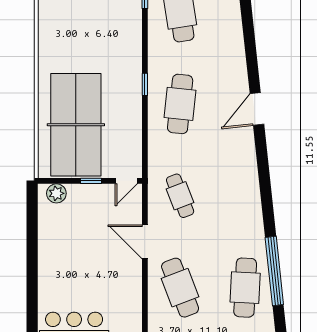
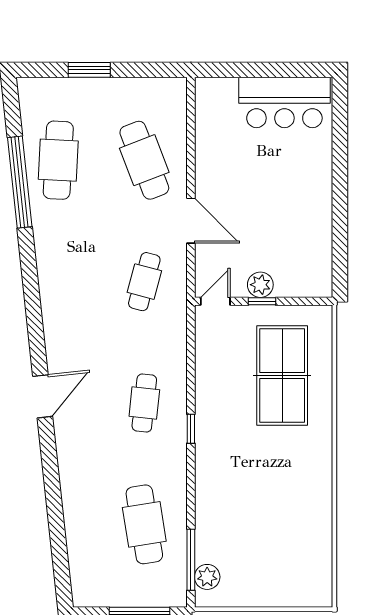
cafe table: (180, 104) -> (144, 403), width x0.73, depth x0.74
table tennis table: (76, 125) -> (282, 375), width x0.73, depth x0.76
plant: (56, 193) -> (260, 285), moved
cafe table: (180, 196) -> (144, 282), turned 36

